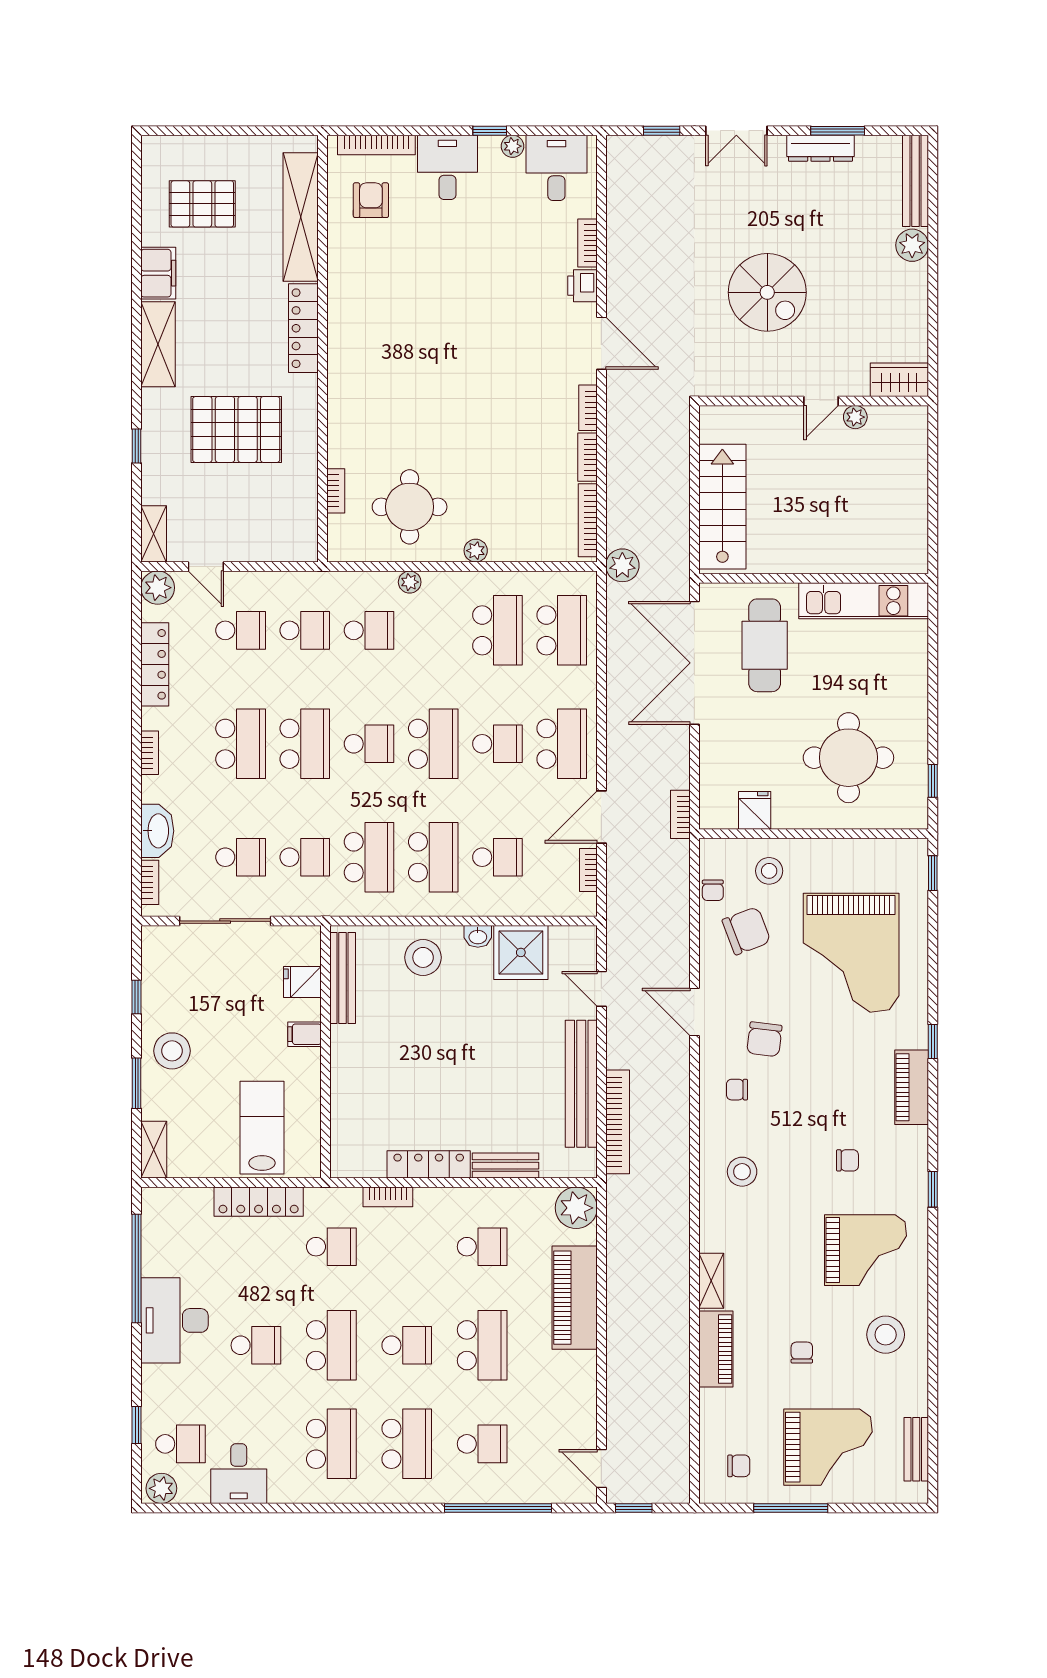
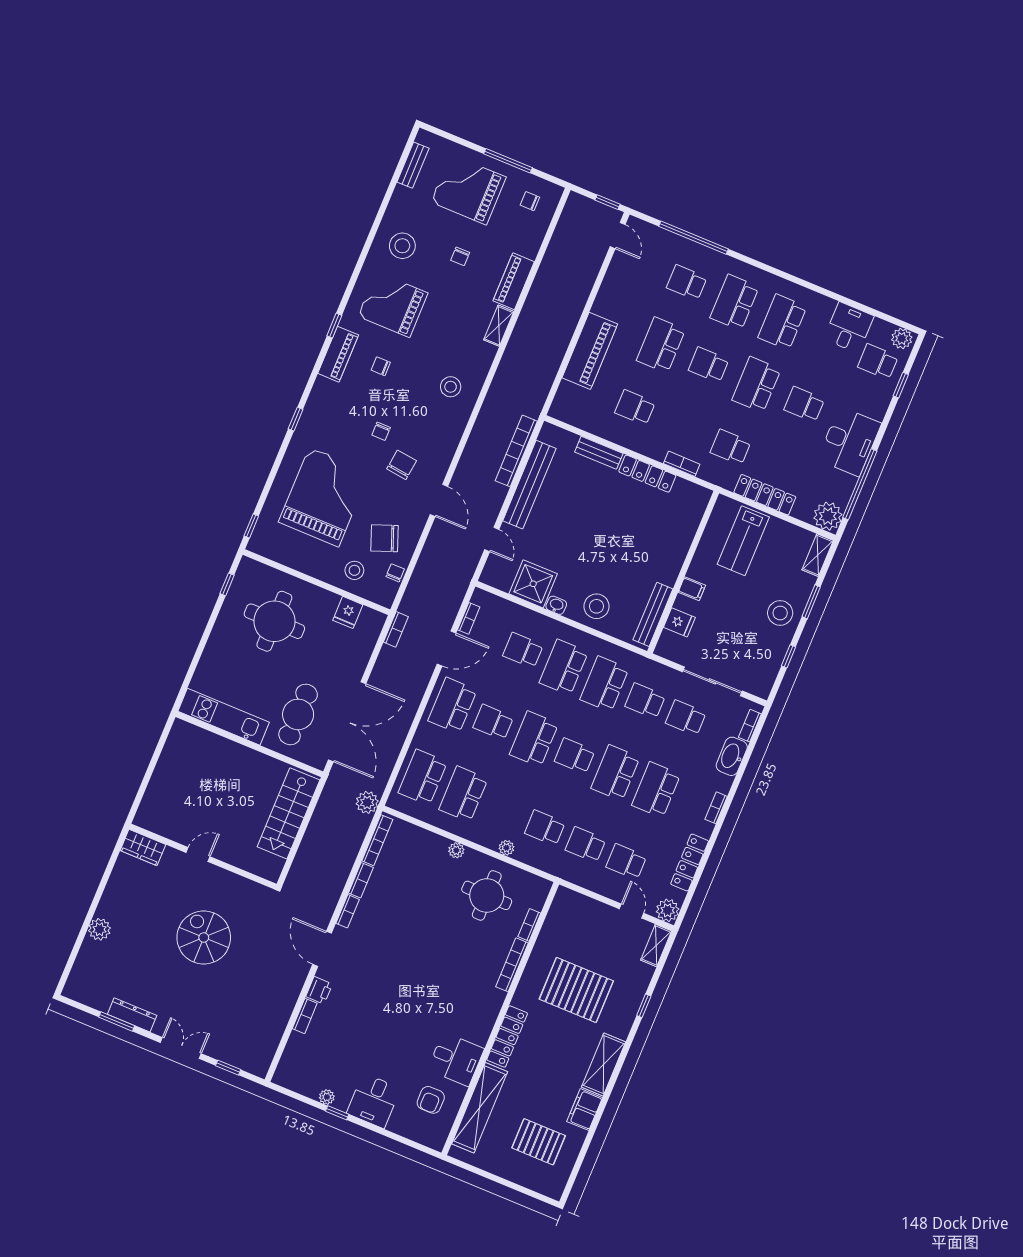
bookcase: (376, 145) -> (512, 965), moved, turned -90
desk: (556, 168) -> (456, 1059), moved, turned -90
bench: (916, 181) -> (80, 969), removed
plant: (855, 417) -> (181, 835), removed
piano: (912, 1087) -> (338, 354), moved
chair: (737, 1090) -> (381, 431), moved, turned 90
plant: (576, 1208) -> (828, 516), moved

